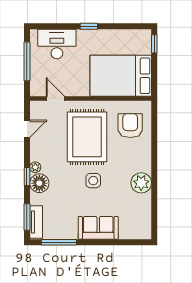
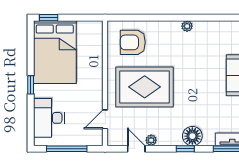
bed: (121, 76) -> (55, 52), moved
plant: (35, 167) -> (151, 140), moved
side table: (93, 181) -> (190, 80), removed
plant: (141, 183) -> (187, 26), width x0.53, depth x0.53

